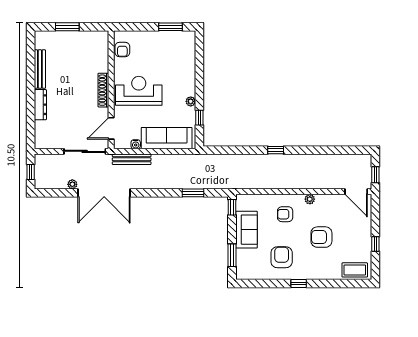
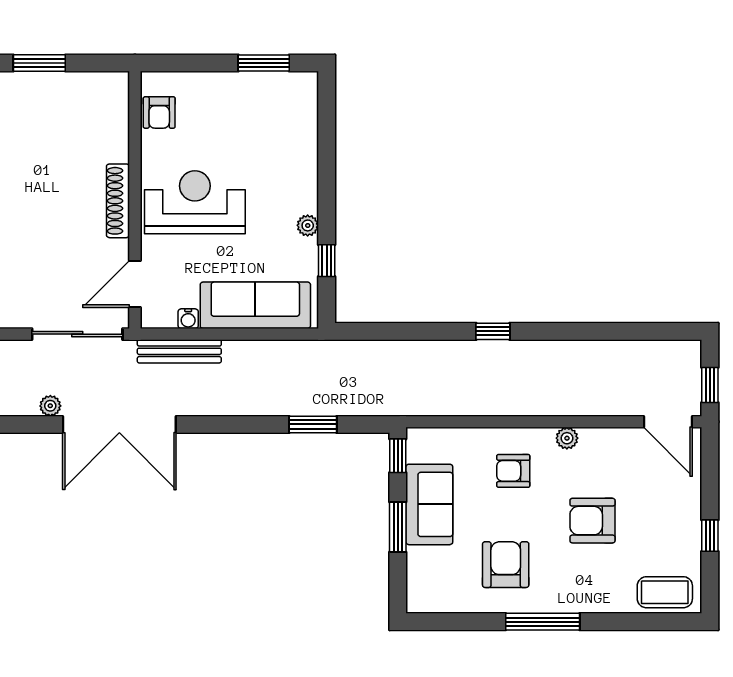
window: (232, 255) -> (398, 527), moved
window: (299, 283) -> (543, 622), width x2.17

